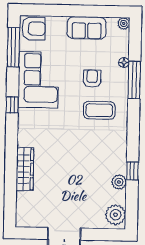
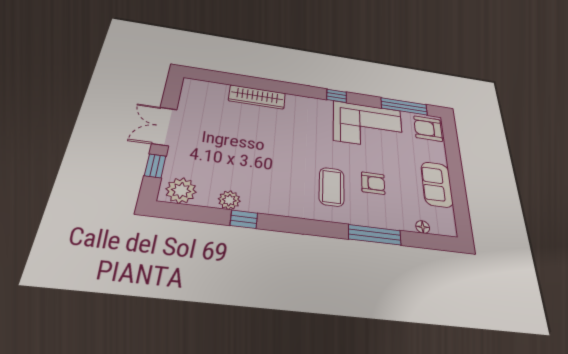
plant: (124, 23) -> (449, 229), removed
armchair: (34, 29) -> (428, 129), turned 90
floor lamp: (124, 63) -> (423, 227), moved
window: (98, 235) -> (155, 166), added

